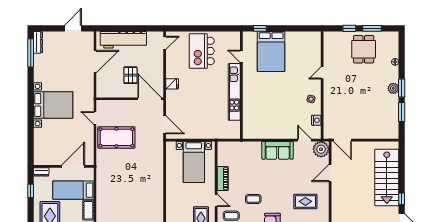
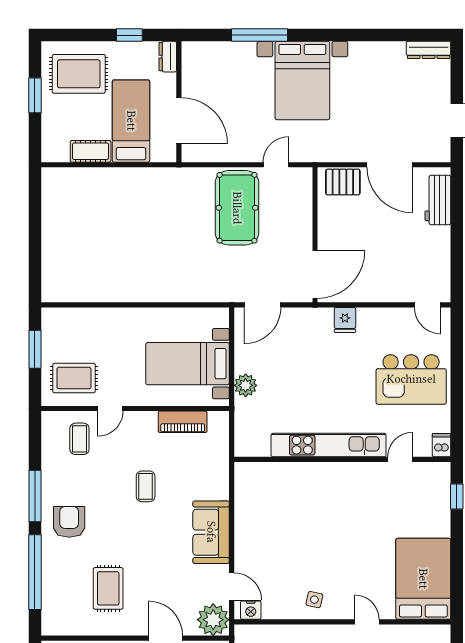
dishwasher: (234, 36) -> (442, 445), added
workbench: (123, 40) -> (438, 200), width x0.53, depth x0.76
kitchen island: (202, 51) -> (411, 379), turned 180
bed: (271, 51) -> (423, 579), moved, turned 90
window: (31, 53) -> (260, 35), moved
pallet: (130, 75) -> (343, 182), moved
nightstand: (316, 120) -> (251, 610), moved
plant: (205, 133) -> (246, 385), added
door: (304, 140) -> (232, 586), hinge flipped
piano: (223, 179) -> (183, 422), moved
coffee table: (253, 199) -> (146, 486), moved

